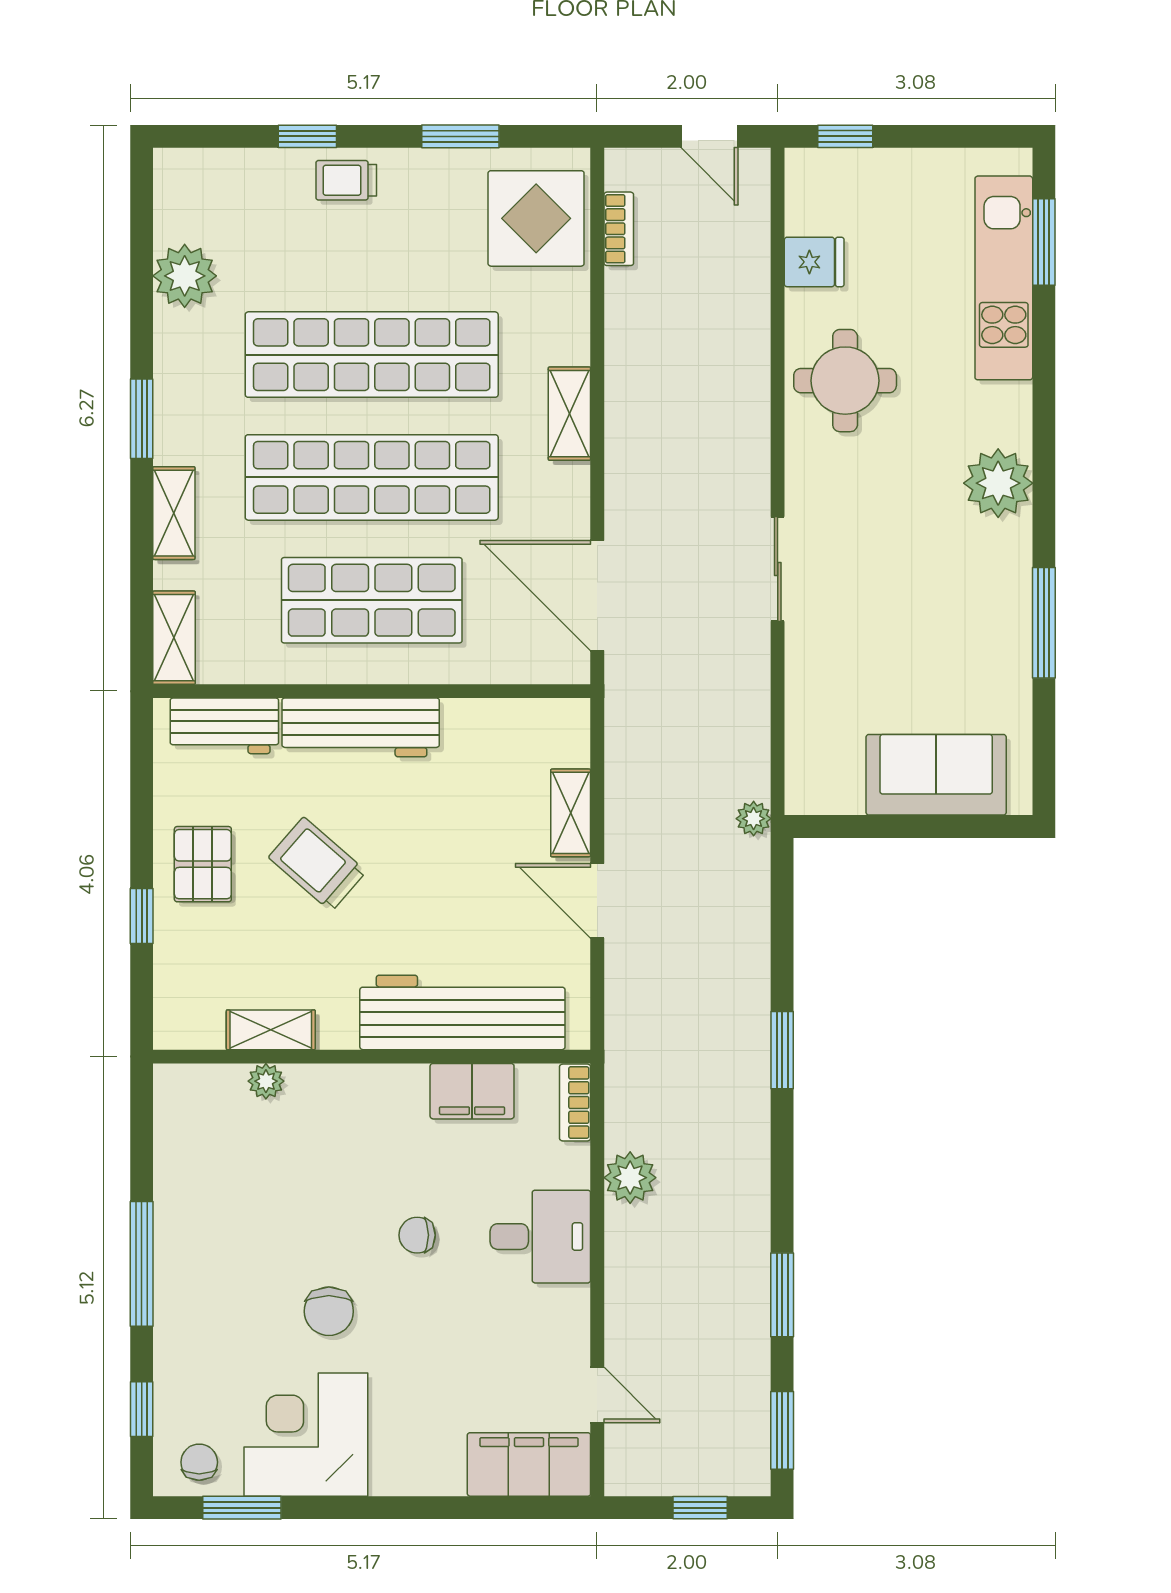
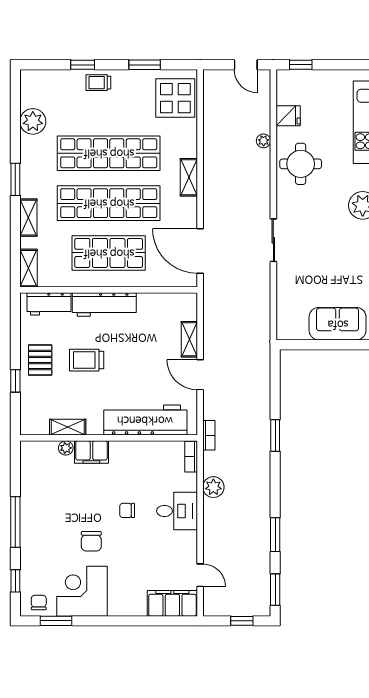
bookcase: (619, 229) -> (209, 435), moved
plant: (754, 819) -> (264, 141), moved
trolley: (317, 864) -> (87, 360), turned -41
filing cabinet: (472, 1091) -> (91, 452), moved

